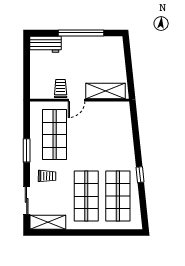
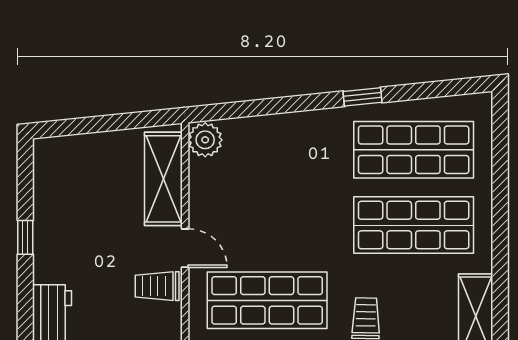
window: (81, 33) -> (25, 237), width x0.32
plant: (122, 109) -> (205, 140), added

